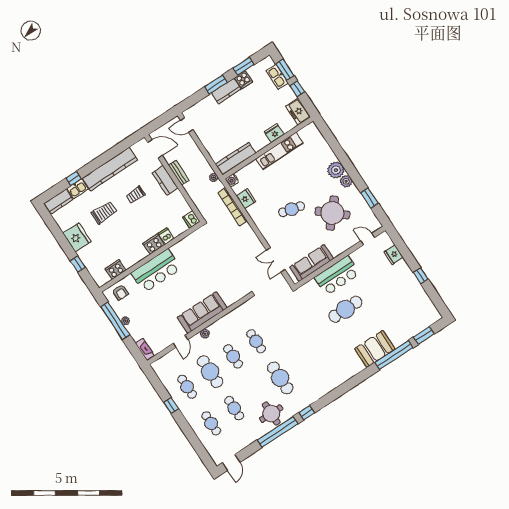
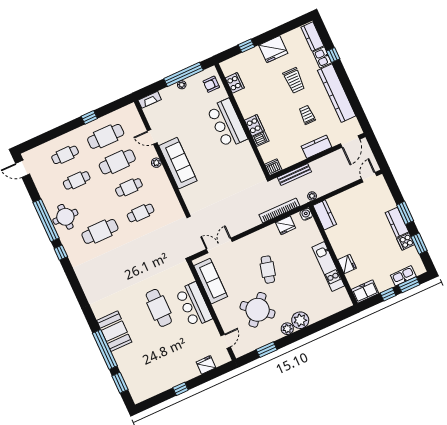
kitchen counter: (236, 159) -> (325, 215), width x0.67
bench: (179, 173) -> (294, 174), moved, width x1.36
cafe table: (187, 387) -> (106, 136), width x1.37, depth x1.35

